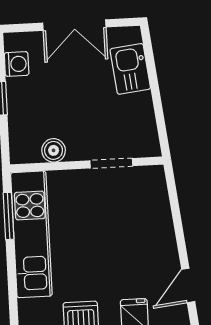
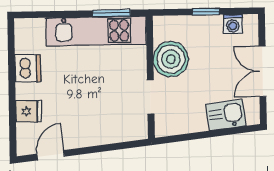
boiler: (54, 150) -> (171, 59), width x1.86, depth x1.86
door: (188, 285) -> (51, 155), hinge flipped

